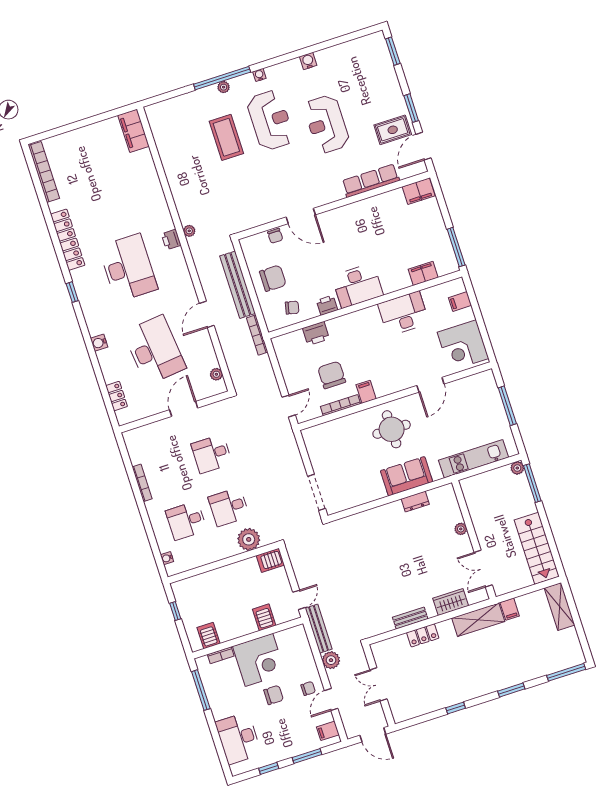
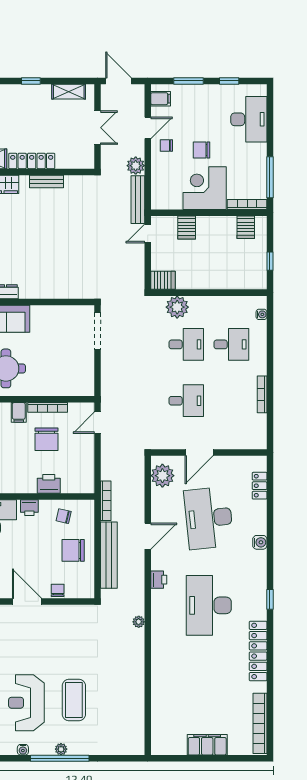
filing cabinet: (133, 131) -> (207, 745), moved, turned -90
printer: (171, 240) -> (159, 580), moved
plant: (216, 374) -> (162, 476), width x1.87, depth x1.87
locker: (423, 635) -> (32, 161), width x1.53
bookcase: (221, 655) -> (247, 204), width x1.56
shelving: (417, 709) -> (69, 92), added

